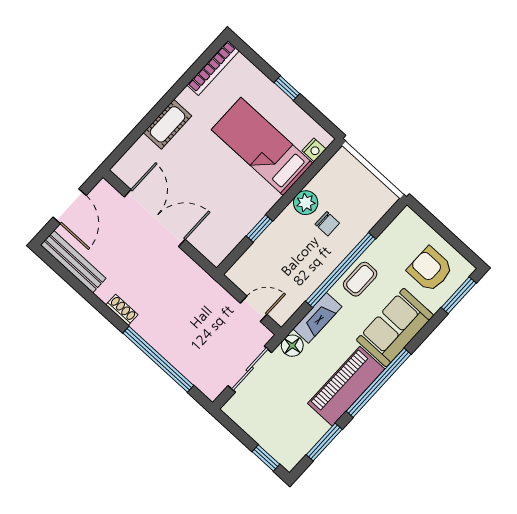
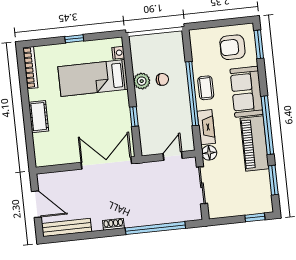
double door: (155, 218) -> (106, 163), moved

